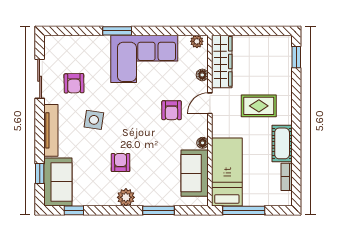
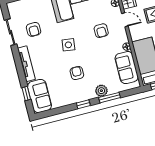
door: (210, 103) -> (125, 20), swing flipped
side table: (94, 120) -> (68, 45), moved
plant: (126, 197) -> (101, 91), moved
window: (74, 210) -> (83, 104), moved

